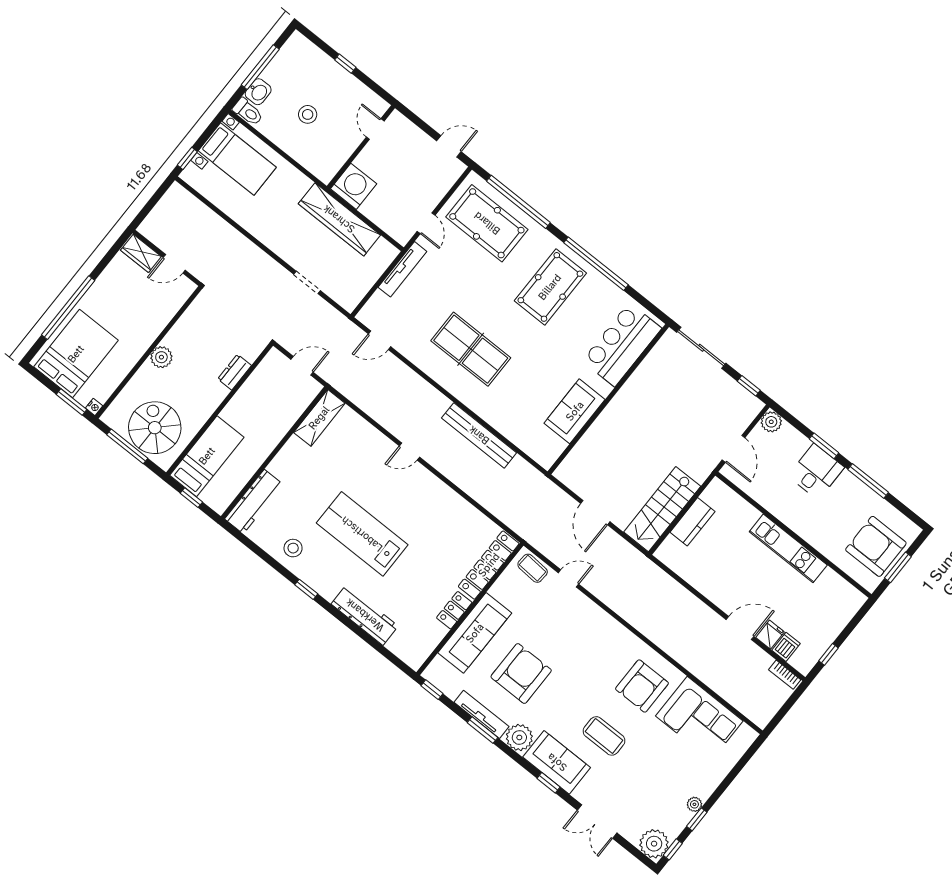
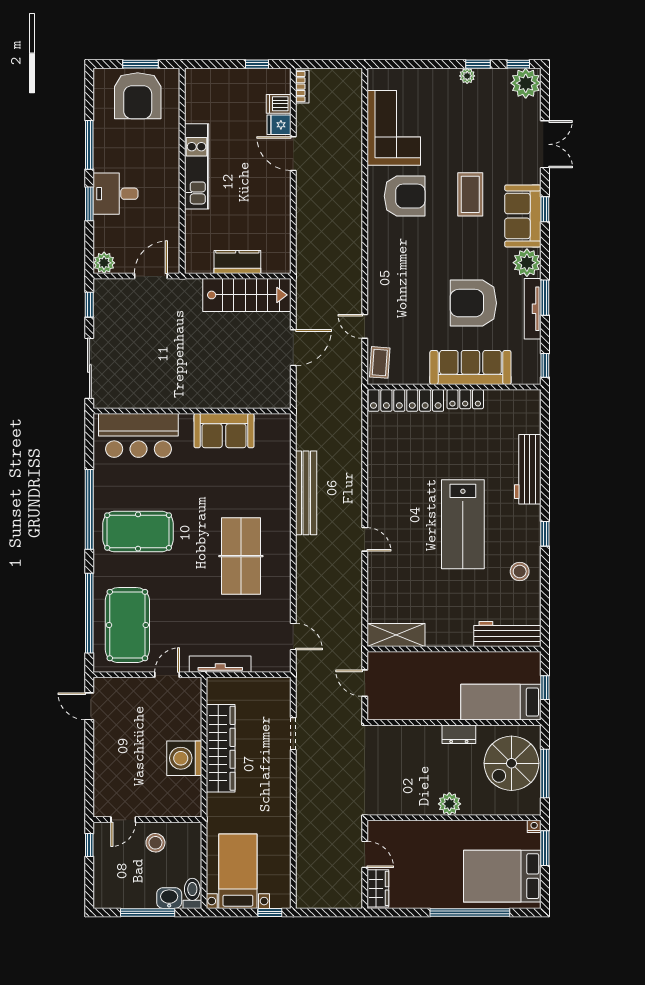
door: (375, 129) -> (123, 820), moved
wall: (361, 147) -> (147, 820), moved
dresser: (235, 372) -> (459, 734), moved

